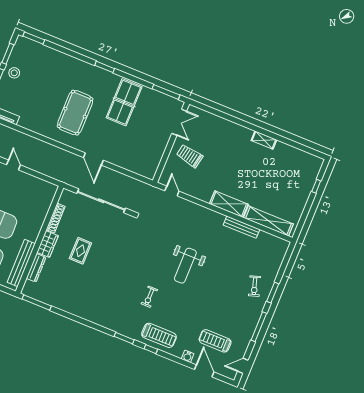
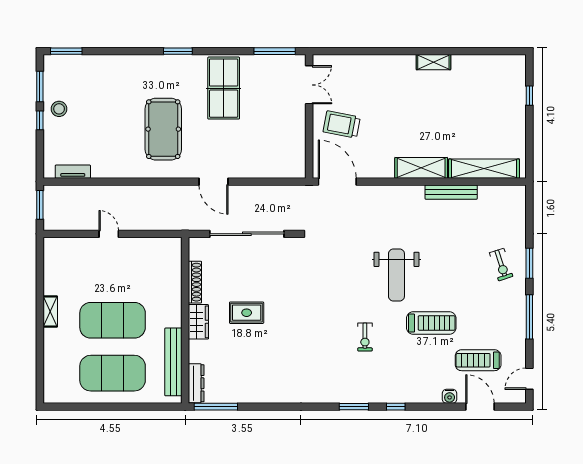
door: (172, 191) -> (337, 182), width x1.87
rug: (80, 251) -> (247, 313), turned 90
dresser: (36, 268) -> (196, 383), moved
treadmill: (159, 335) -> (431, 323), moved

